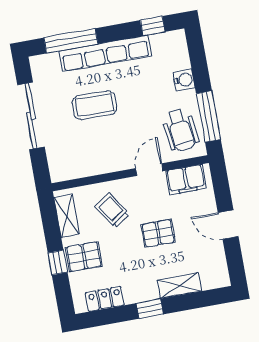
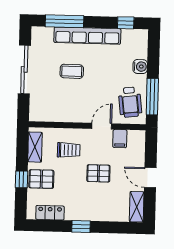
coffee table: (94, 105) -> (72, 71), width x0.73, depth x0.77
filing cabinet: (186, 180) -> (120, 139), width x0.50
trolley: (112, 211) -> (69, 150), turned 124
shelving: (179, 286) -> (137, 207), moved, turned 90

